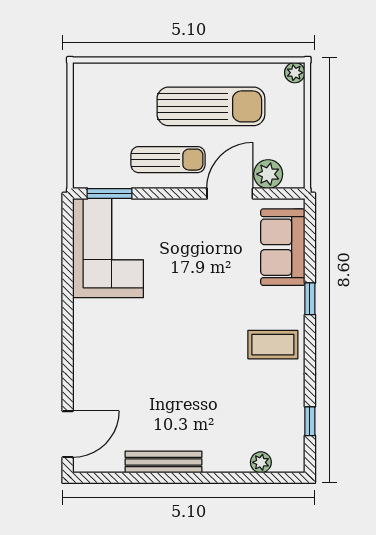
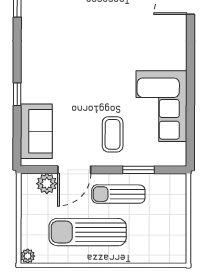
window: (110, 193) -> (139, 170), moved
corner sofa: (108, 248) -> (161, 106), moved
coffee table: (273, 345) -> (113, 134), moved, turned 90

